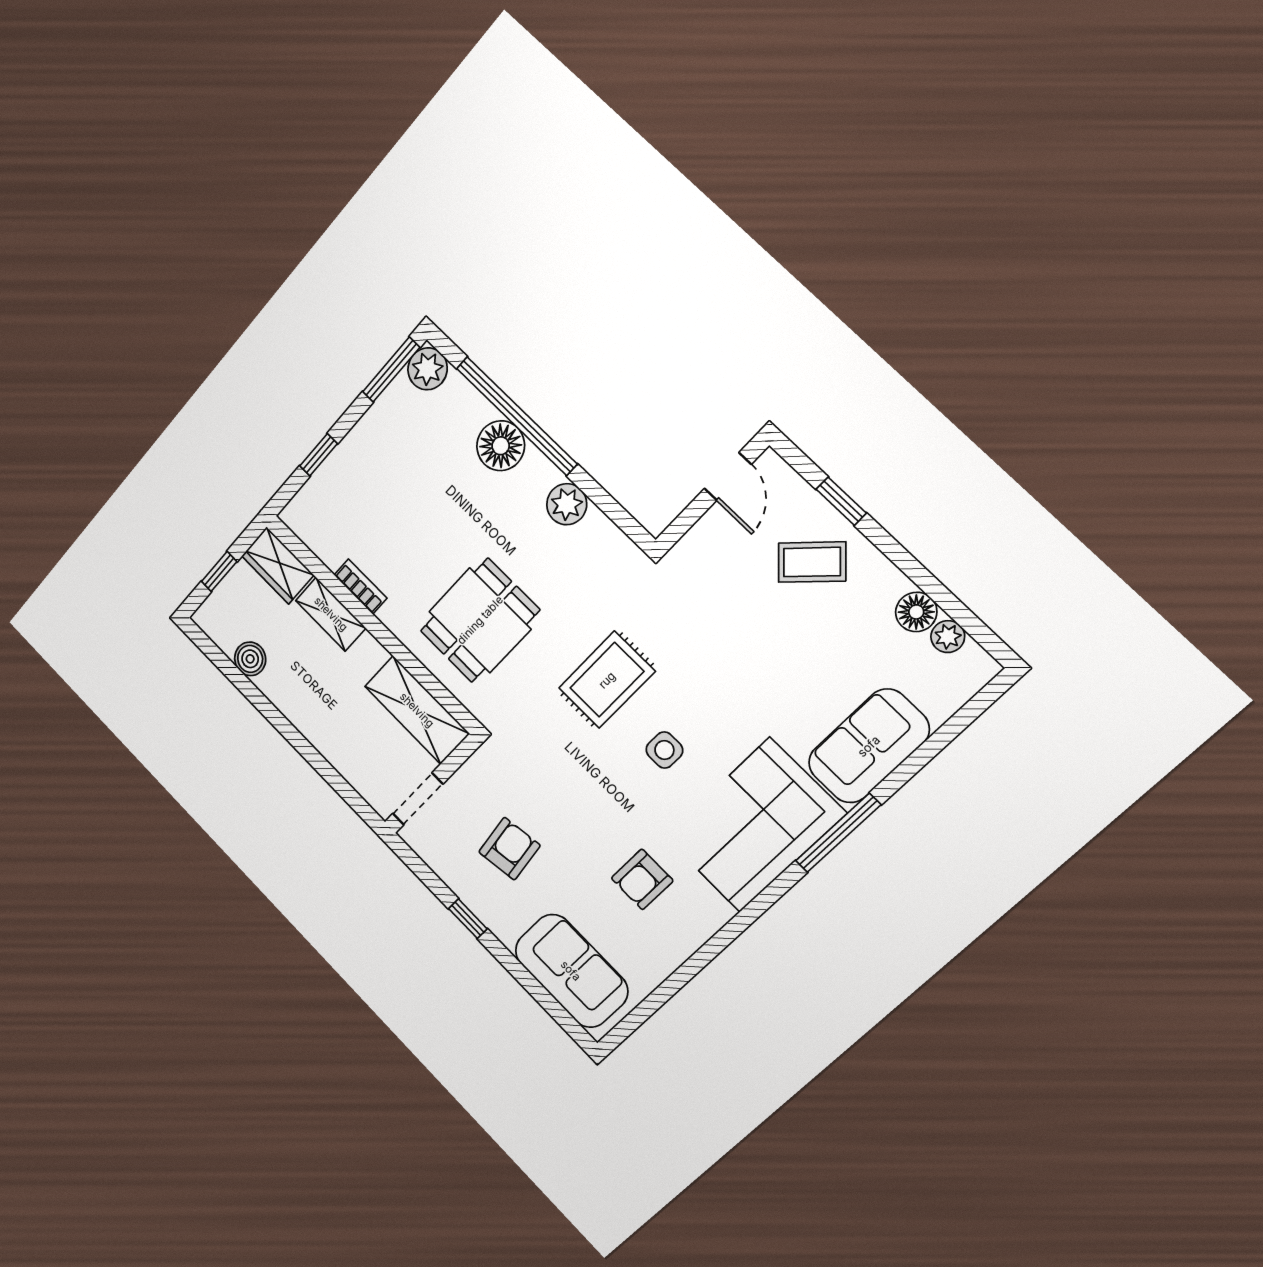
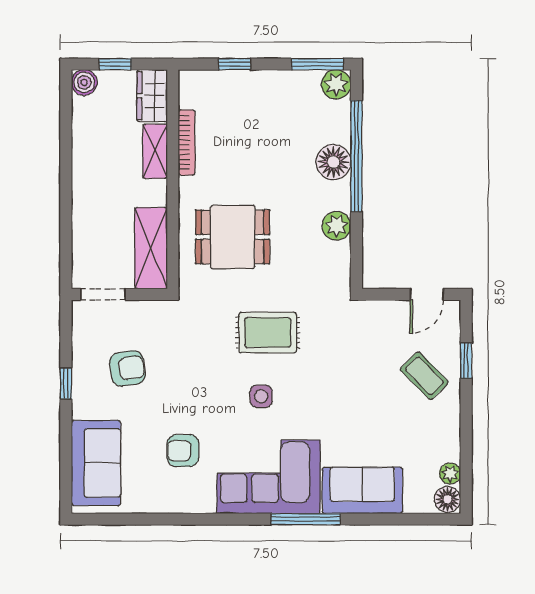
bookcase: (360, 587) -> (187, 142), width x1.56
floor lamp: (916, 612) -> (448, 499), moved
boiler: (250, 659) -> (84, 82), moved

